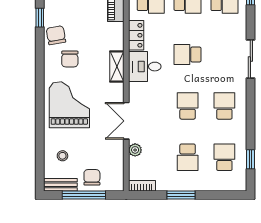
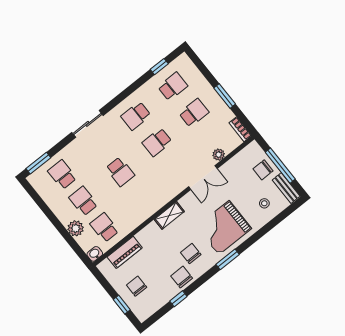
chair: (56, 35) -> (182, 277), turned 100
locker: (136, 35) -> (136, 220), removed
chair: (70, 59) -> (191, 253), turned -90
desk: (145, 67) -> (153, 195), removed
window: (40, 86) -> (228, 259), added
school desk: (224, 157) -> (173, 86), turned 180

